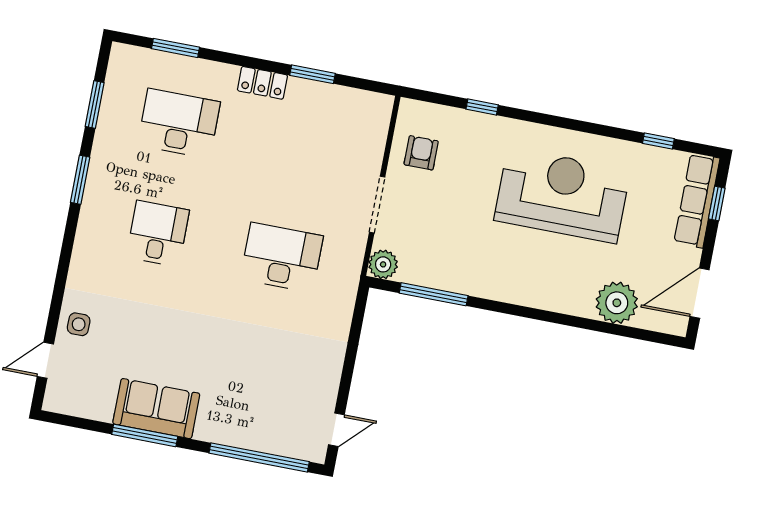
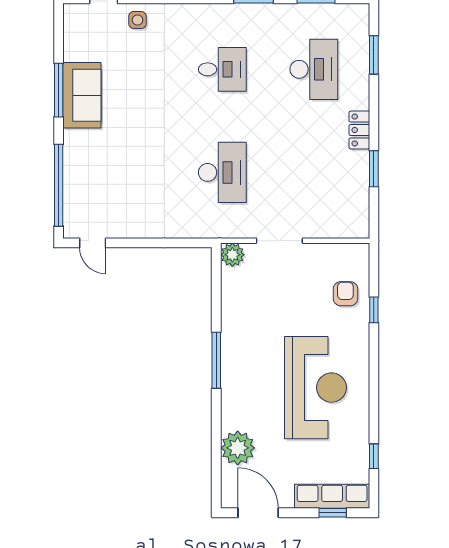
armchair: (421, 153) -> (345, 294), moved, turned -90
window: (434, 294) -> (216, 360), moved

